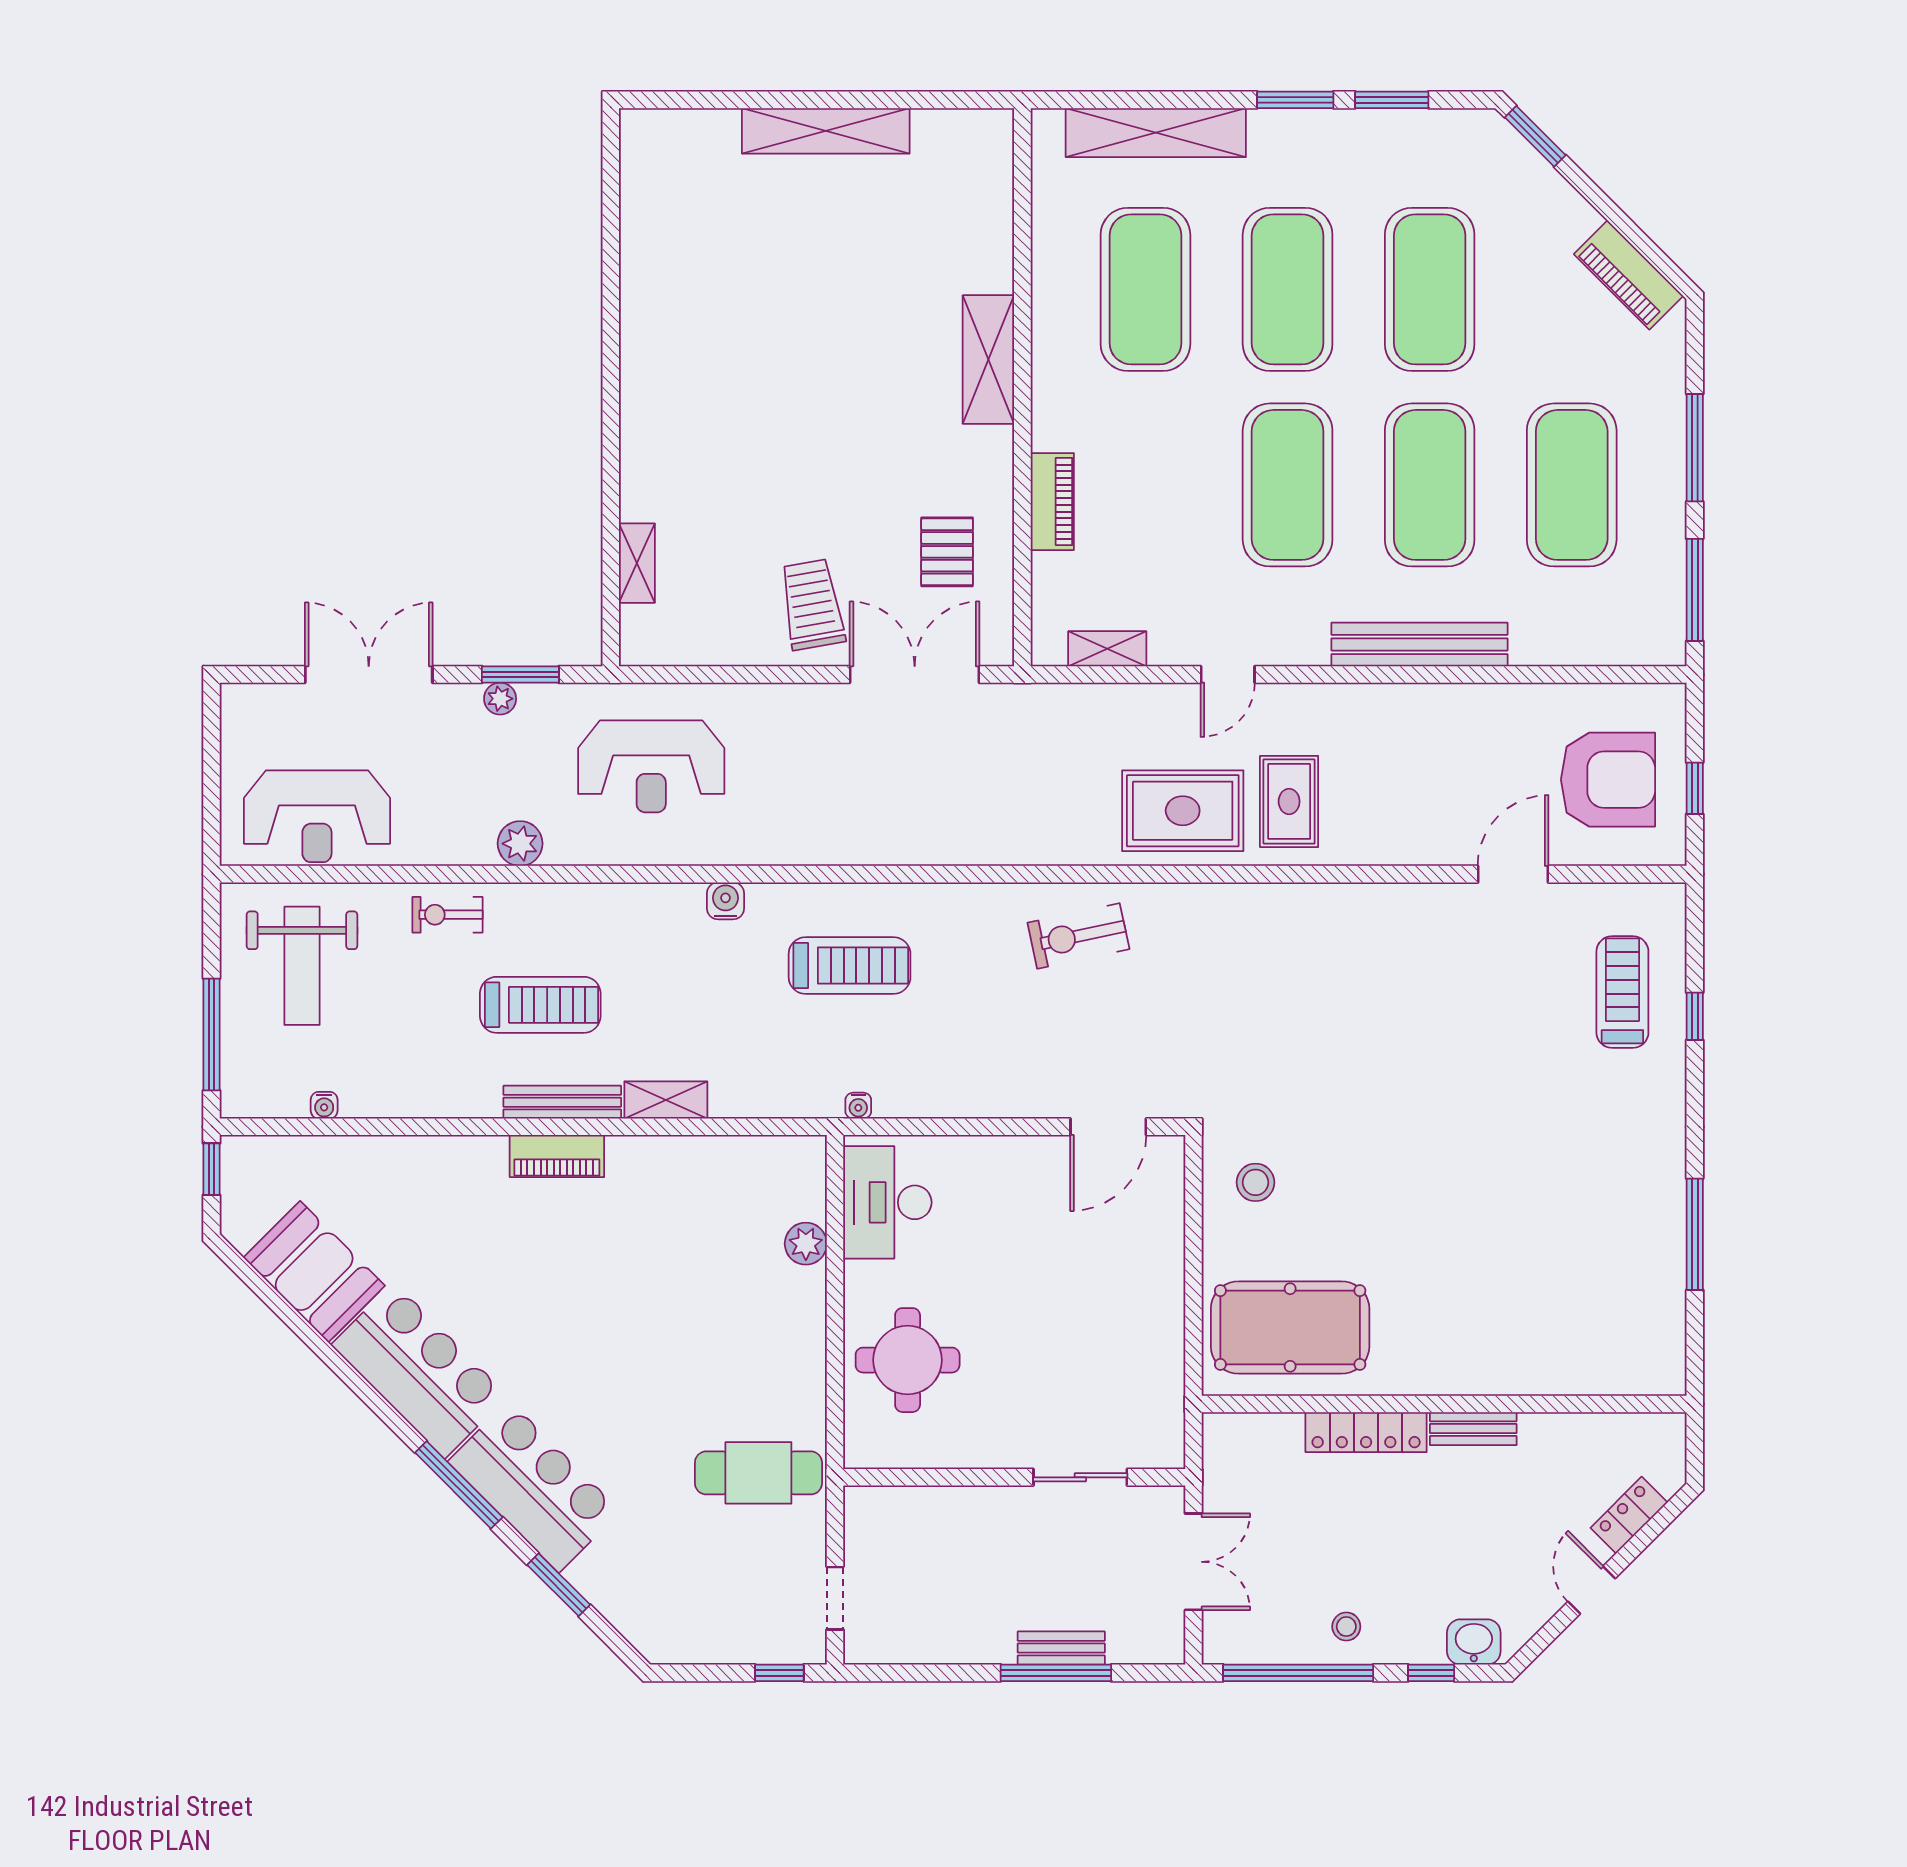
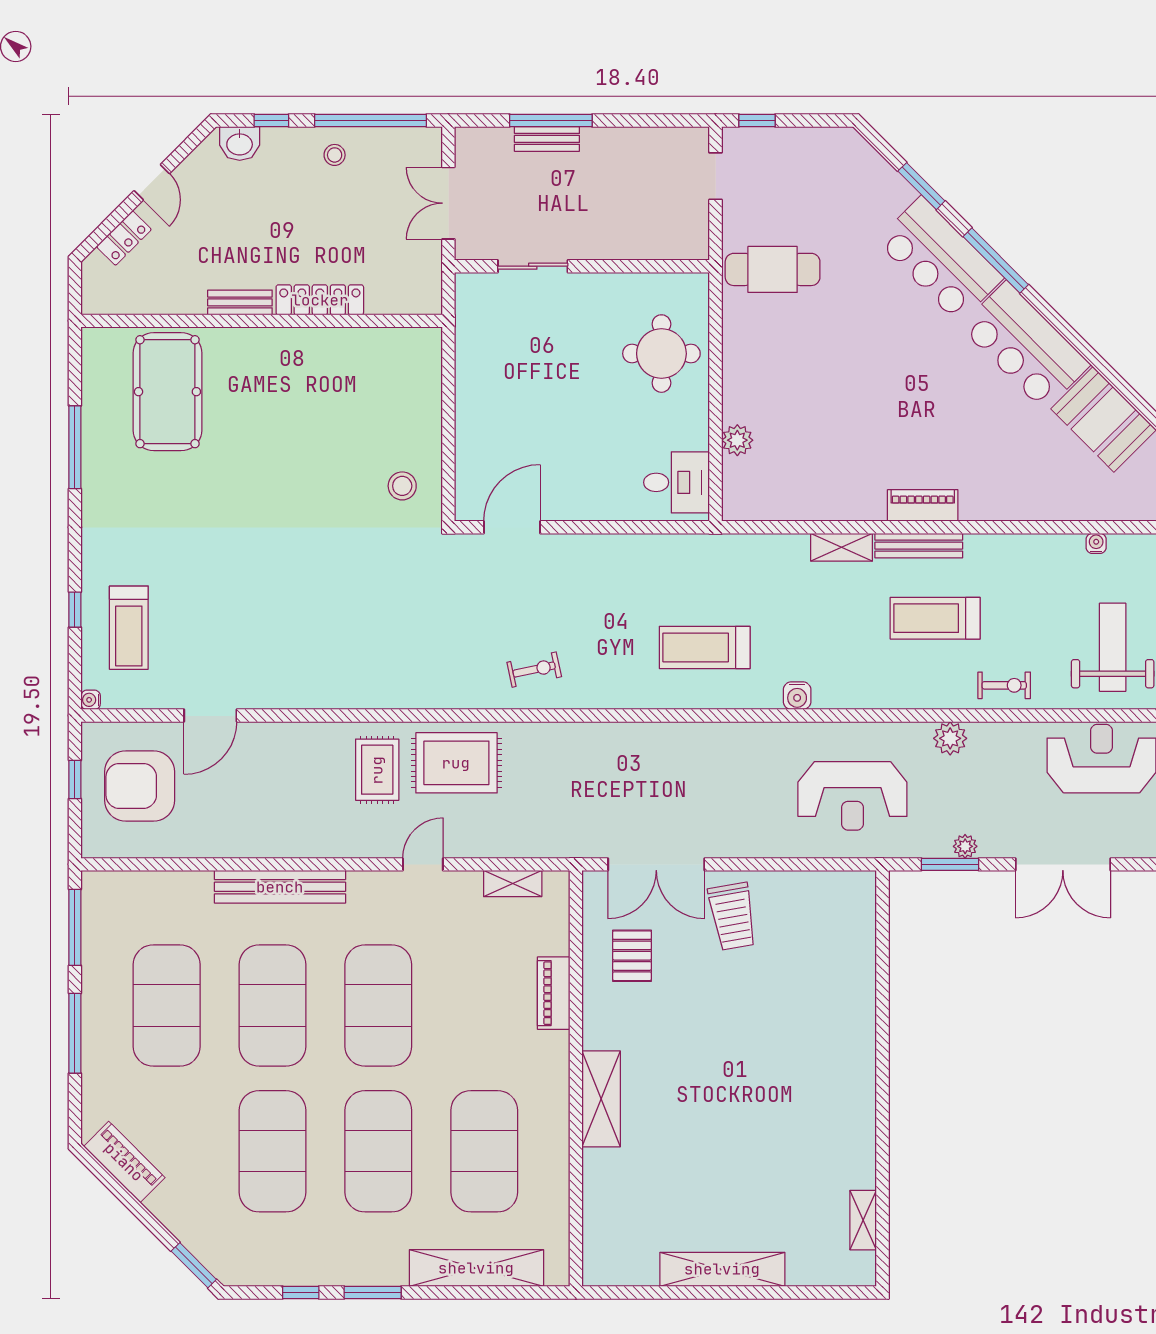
window: (1392, 100) -> (301, 1292), width x0.67
shelving: (637, 563) -> (863, 1220), moved
reception desk: (651, 766) -> (852, 796), turned 180
exercise bike: (1078, 936) -> (534, 670), width x0.73, depth x0.72
water cooler: (858, 1106) -> (91, 700), moved, turned -90
desk: (887, 1202) -> (677, 482), width x0.73
pool table: (1290, 1327) -> (167, 392), moved, turned 90

